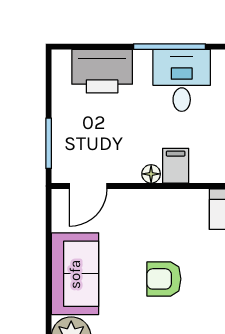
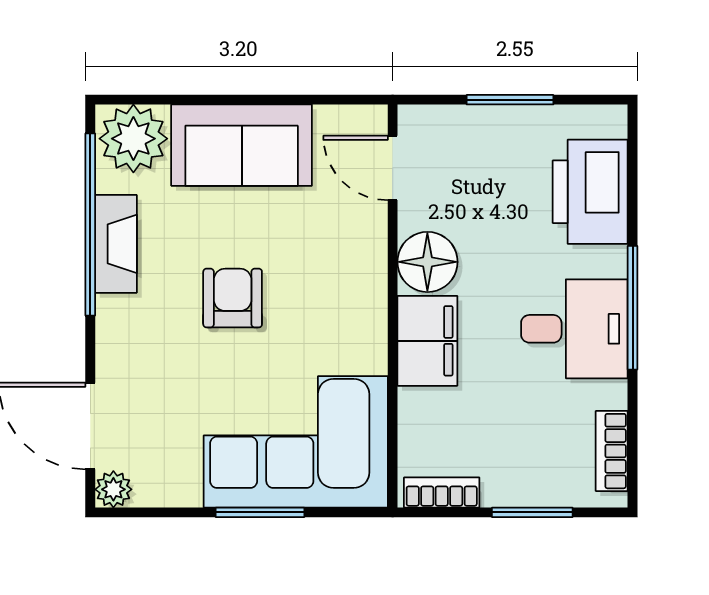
window: (49, 143) -> (510, 100), moved
filing cabinet: (176, 166) -> (427, 341), width x2.00
floor lamp: (151, 174) -> (427, 262), width x1.89, depth x1.89

